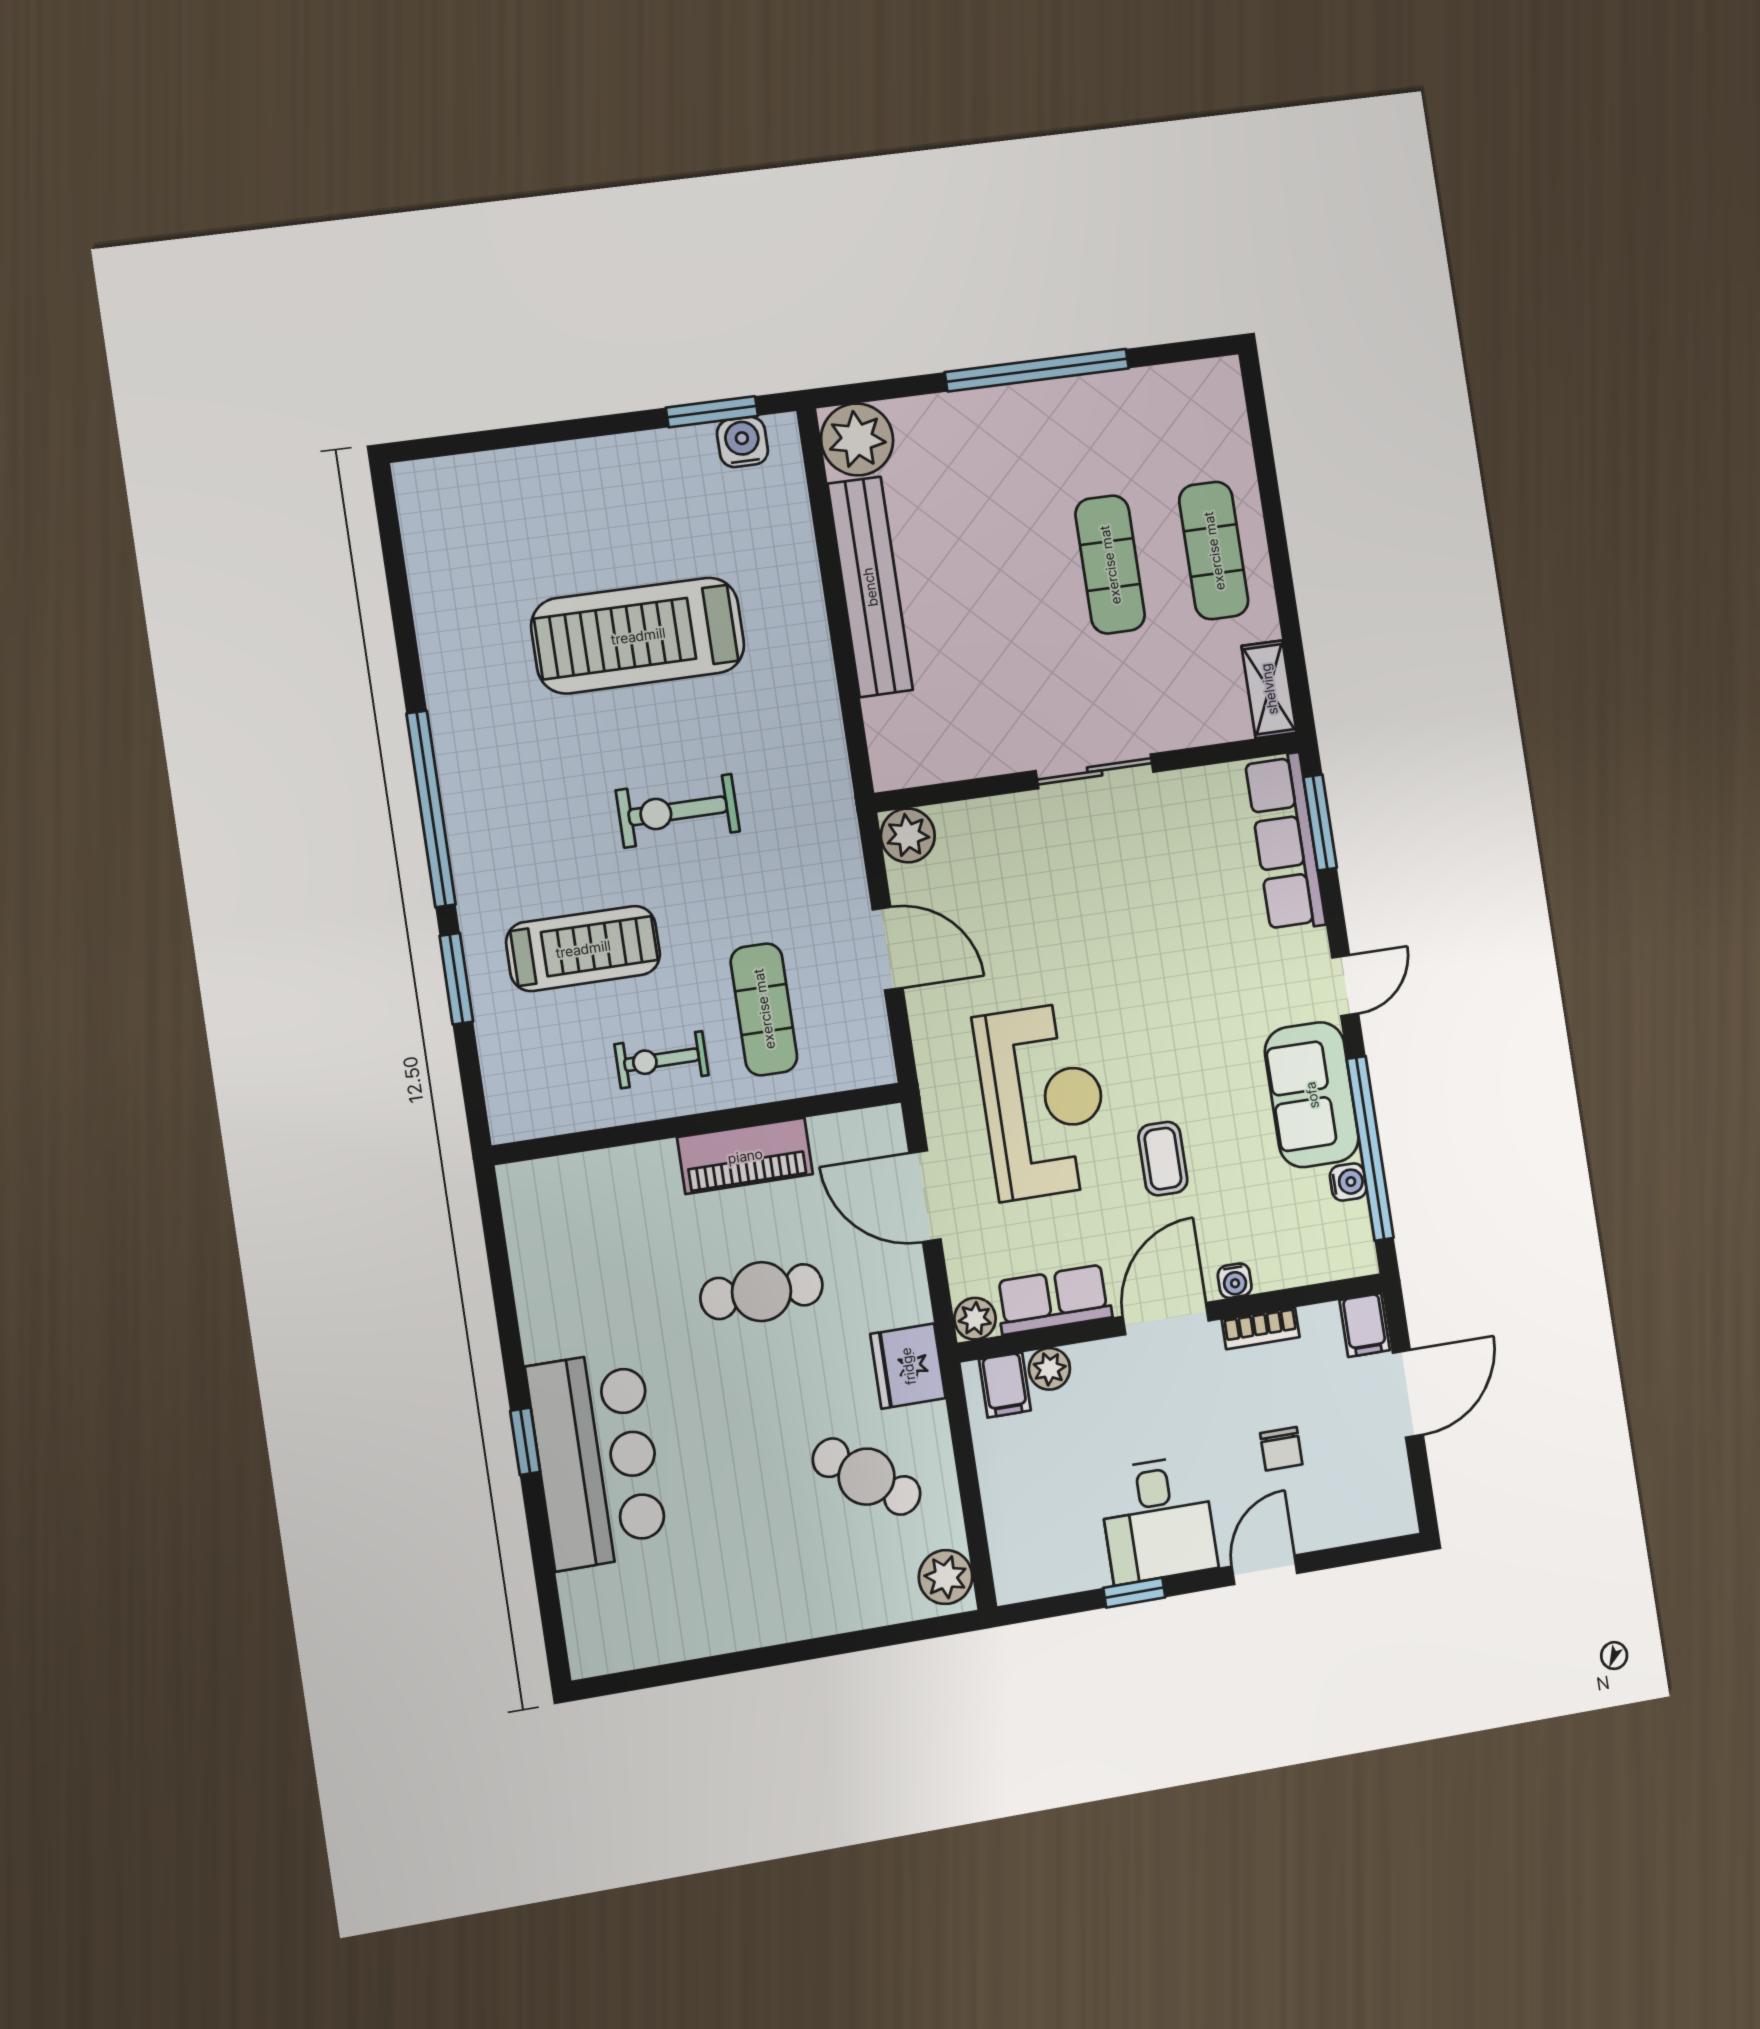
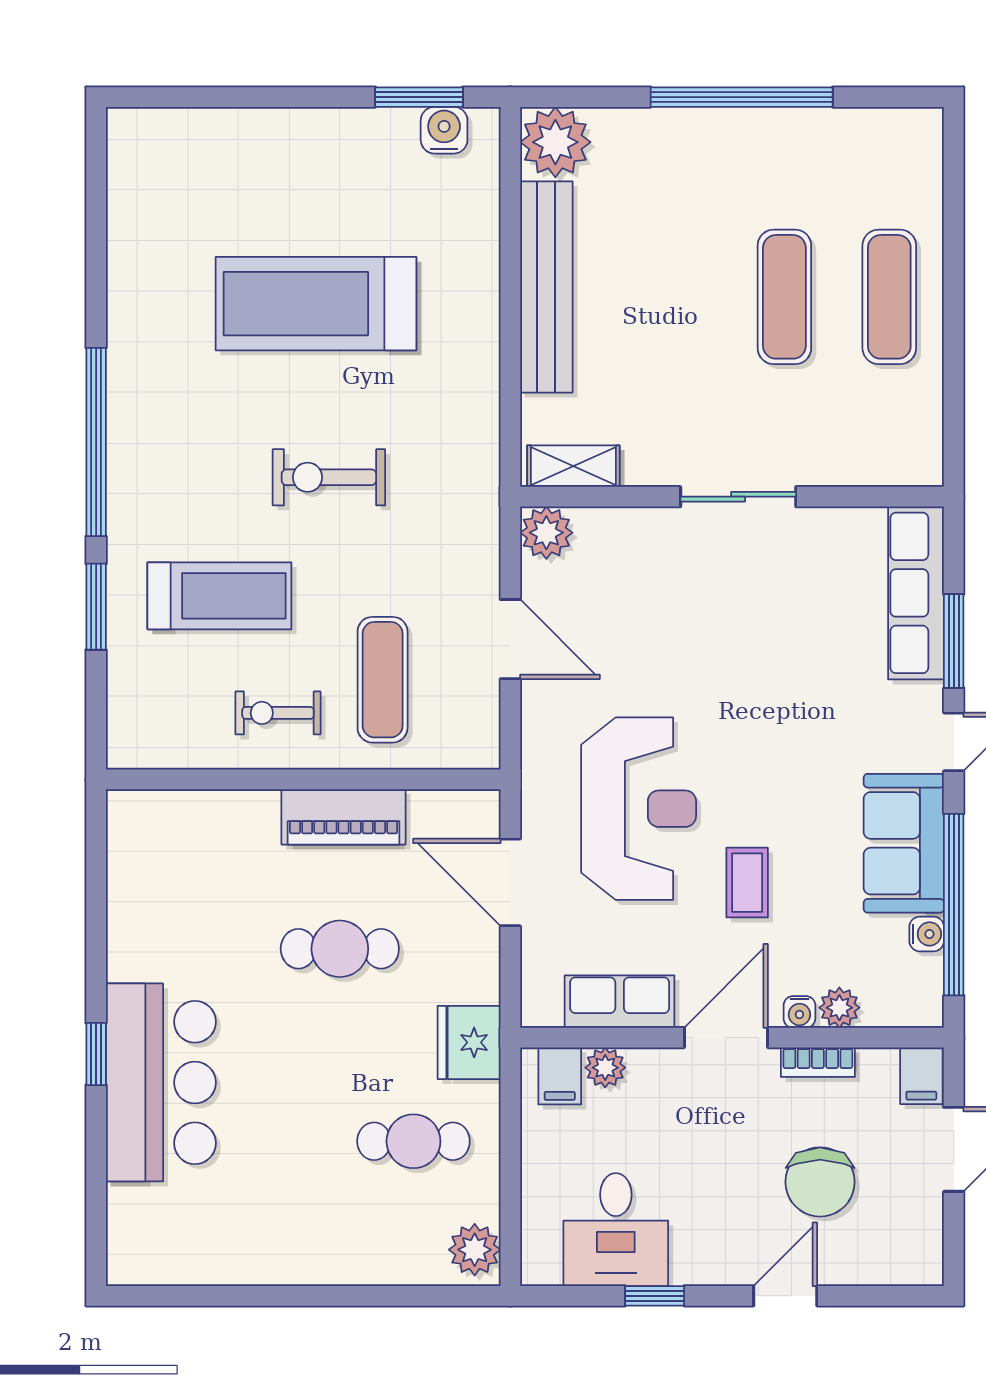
shelving: (1269, 689) -> (573, 466), moved, turned 90
window: (1320, 823) -> (954, 641), moved
plant: (975, 1319) -> (839, 1008), moved
chair: (1281, 1449) -> (820, 1182), width x1.87, depth x1.87
cafe table: (867, 1477) -> (413, 1141), turned -37
desk: (1158, 1519) -> (616, 1230), moved

